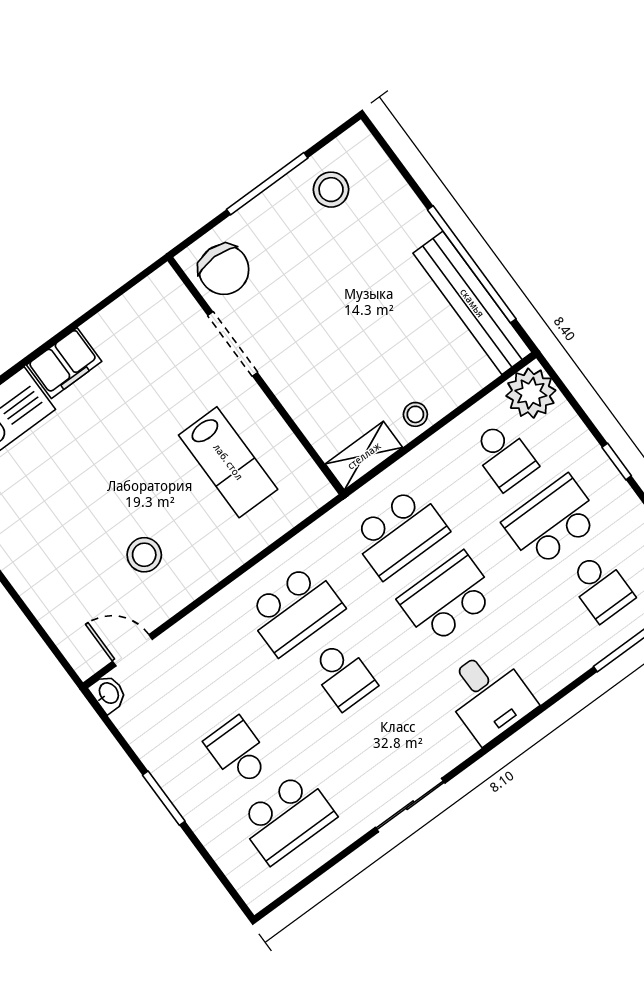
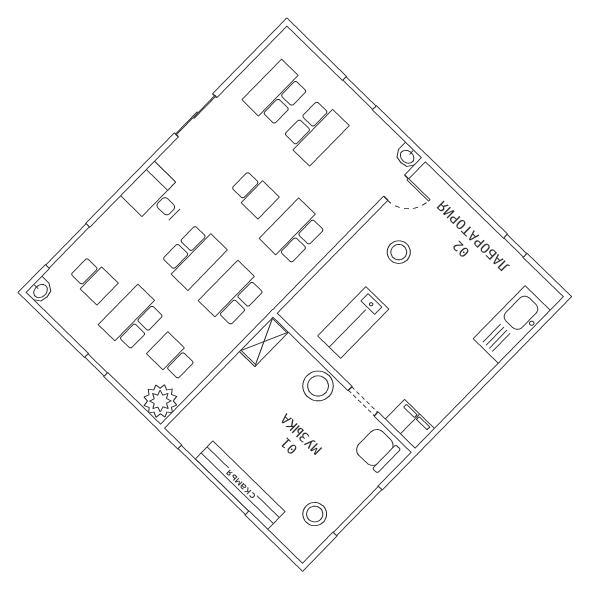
bench: (472, 303) -> (240, 485), moved
doorway: (233, 344) -> (363, 401), width x0.73
filing cabinet: (64, 363) -> (410, 424), moved, turned 90
stool: (415, 414) -> (318, 386), moved, width x1.89, depth x1.89
lab bench: (228, 462) -> (353, 322), turned -90
school desk: (552, 521) -> (132, 318), turned 180
school desk: (600, 587) -> (93, 280), turned 180
school desk: (343, 675) -> (254, 194), turned 180
school desk: (238, 752) -> (315, 132), width x1.85

